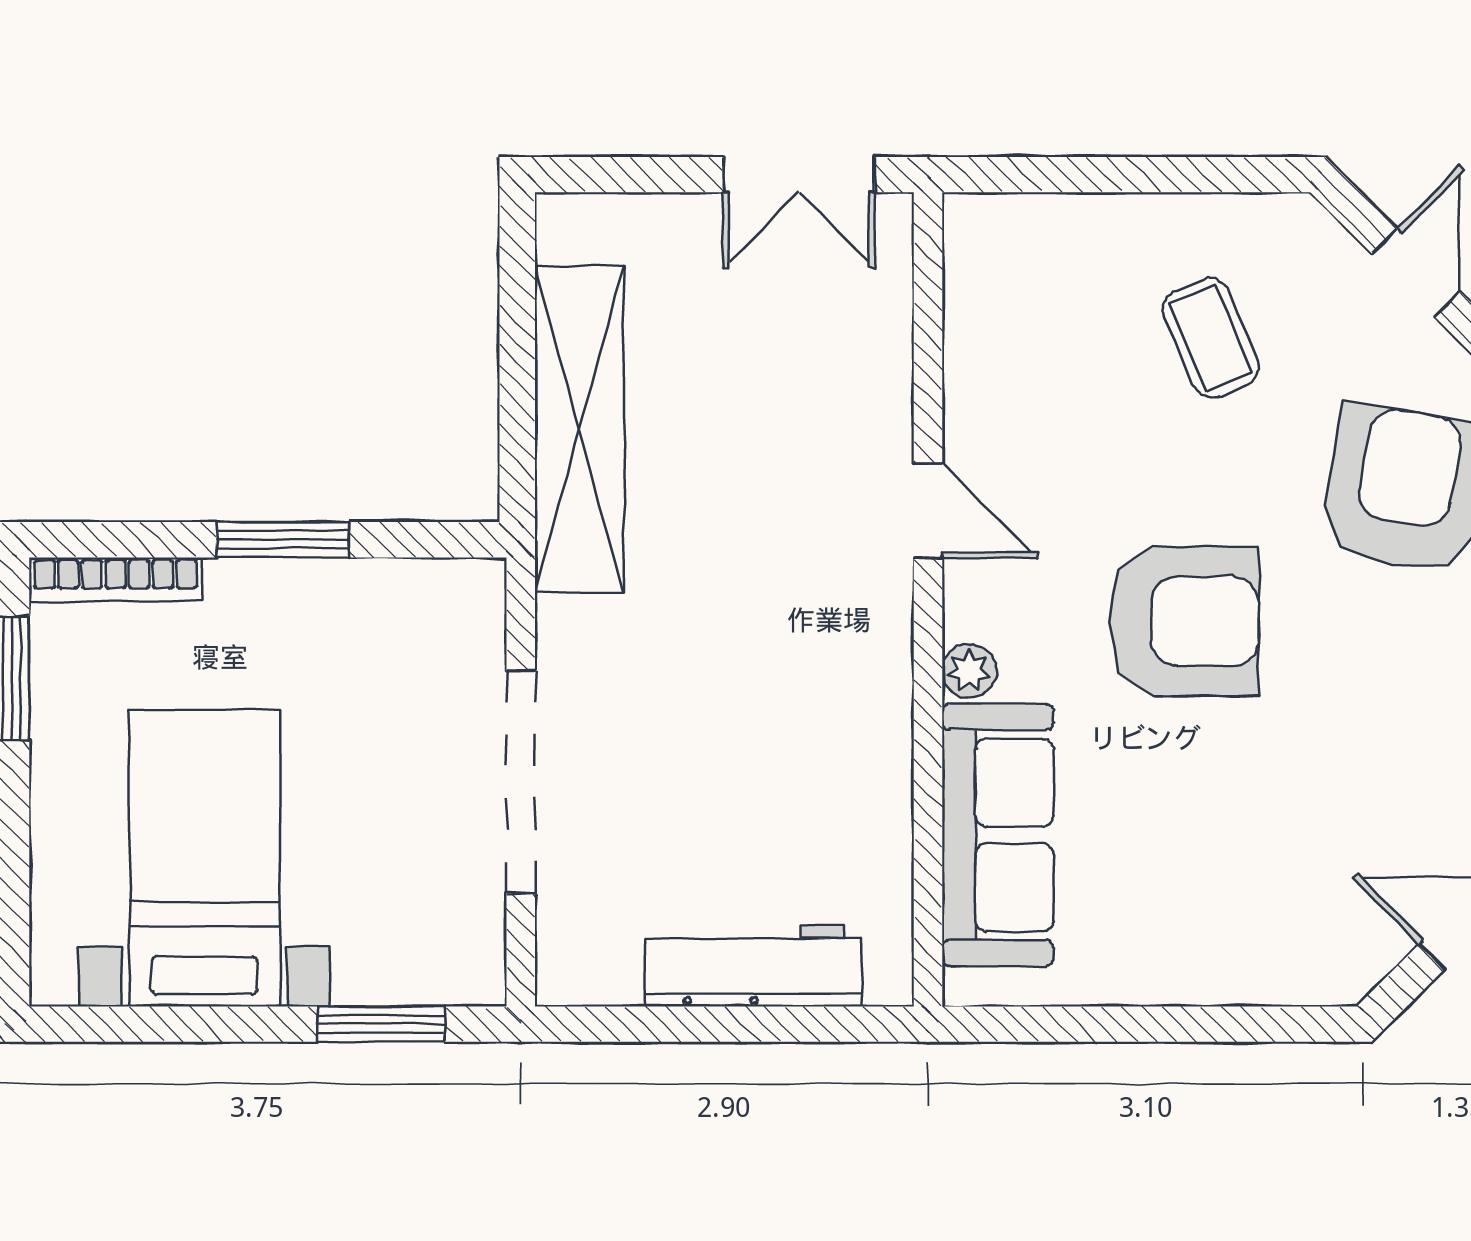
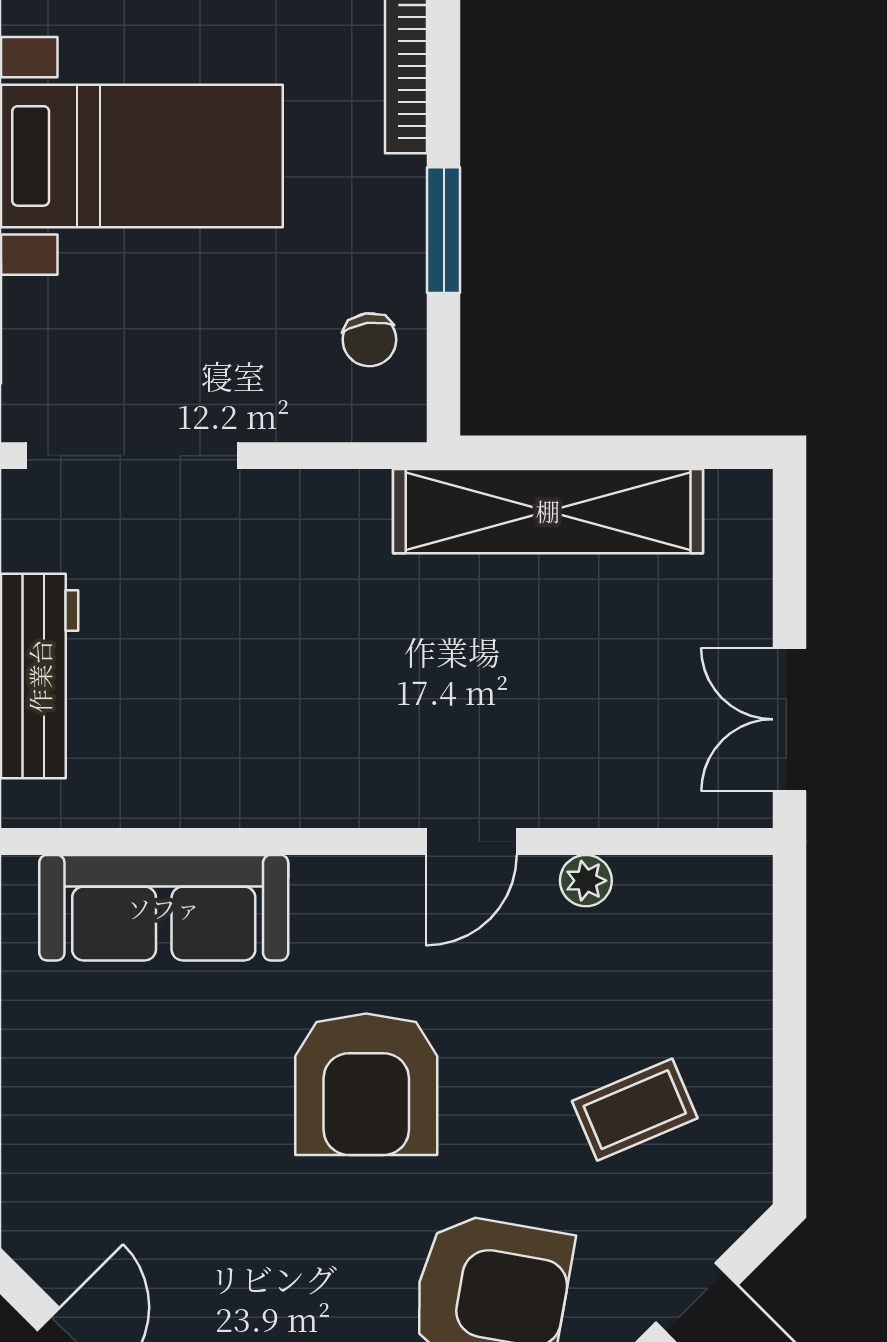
chair: (398, 618) -> (369, 340), added
plant: (969, 671) -> (586, 881), moved
doorway: (521, 782) -> (132, 456), moved

